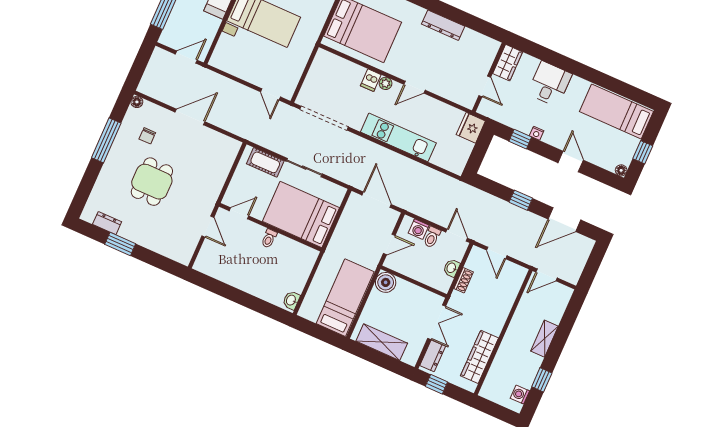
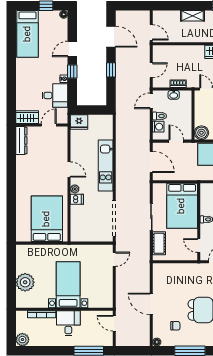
dresser: (443, 25) -> (21, 141), moved
desk: (550, 84) -> (55, 95), moved, turned 180
window: (520, 139) -> (72, 71), moved
door: (377, 200) -> (151, 162), swing flipped

